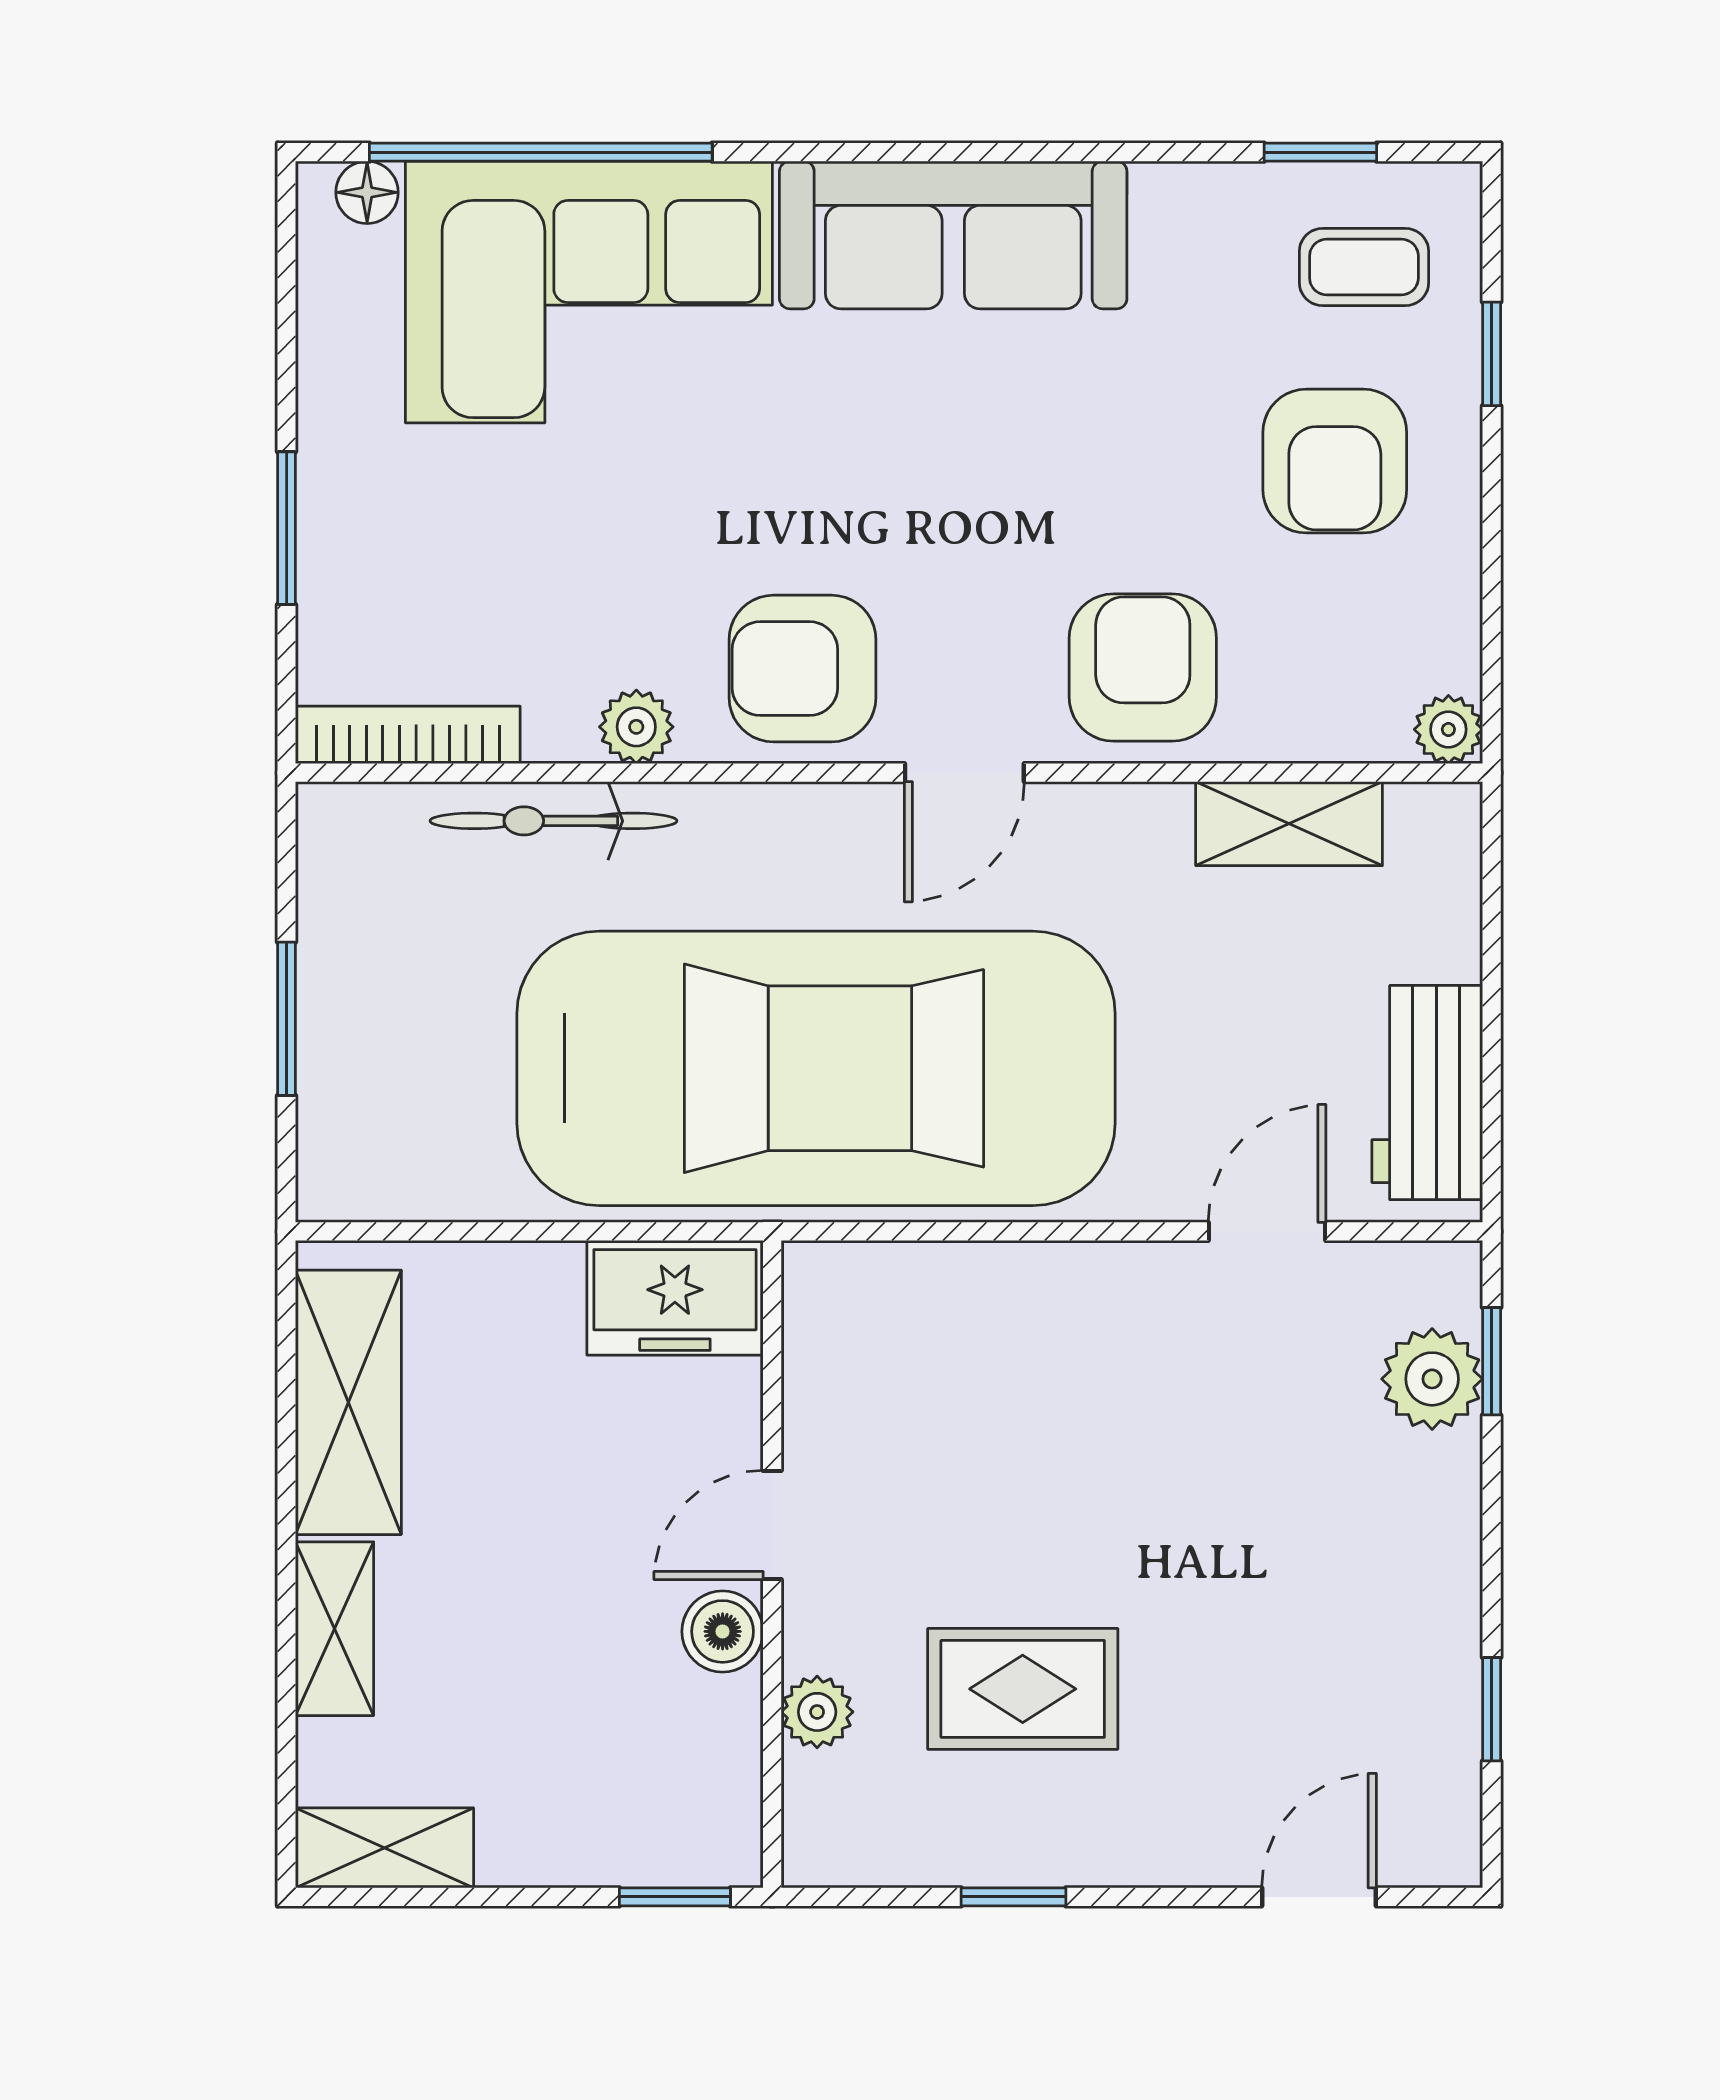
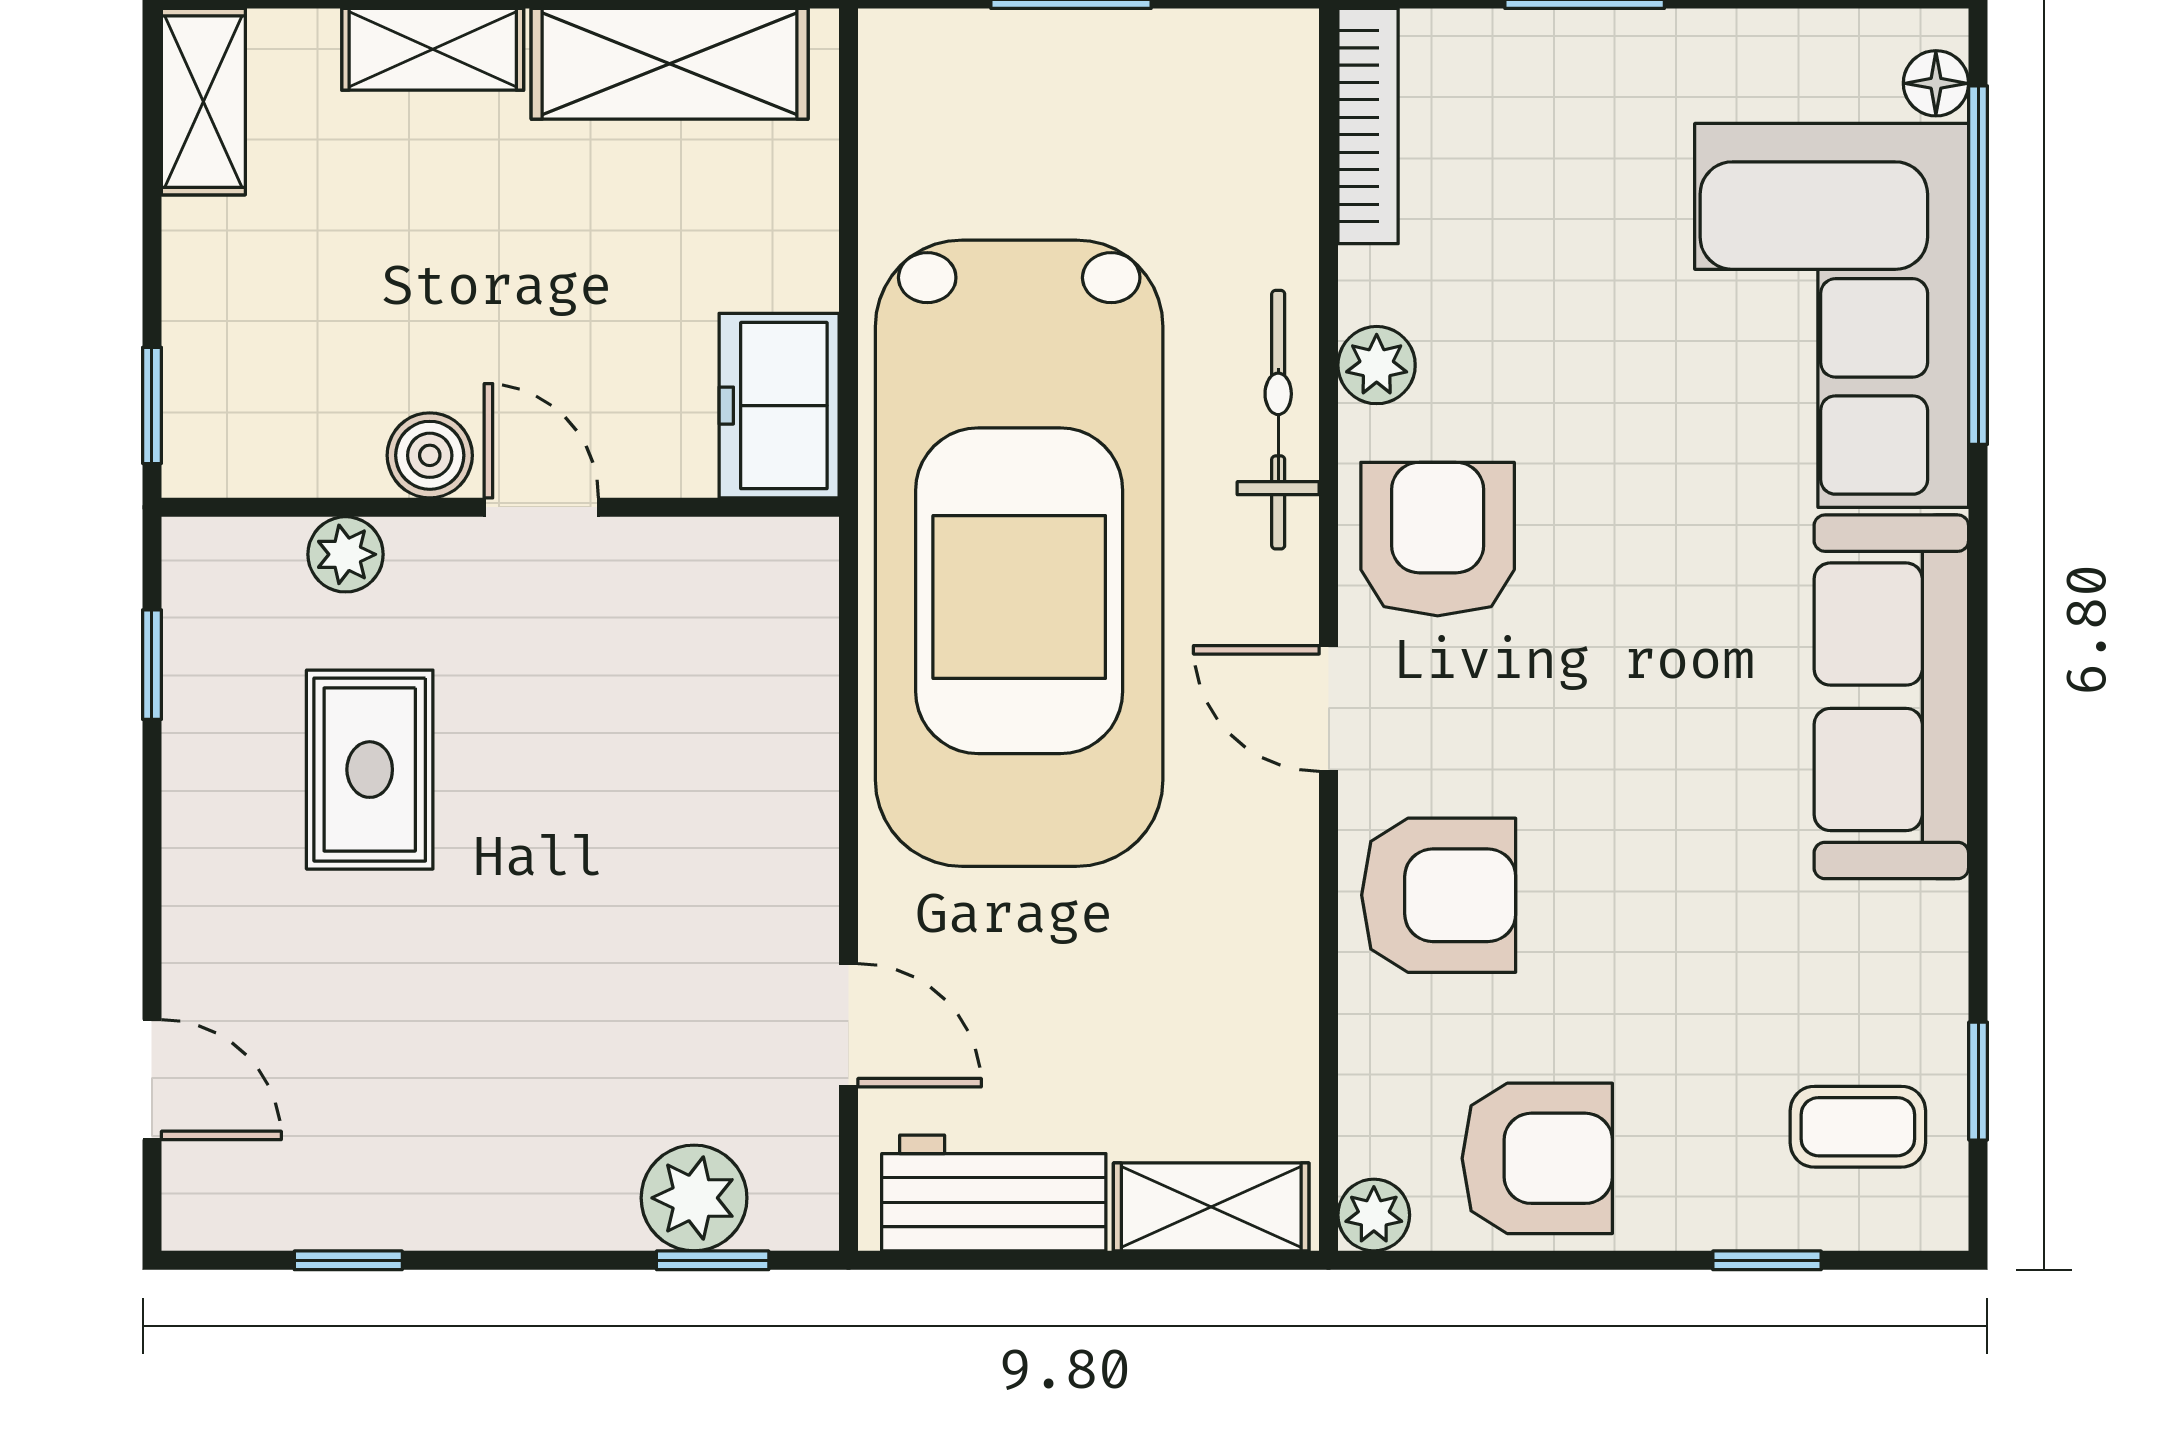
coffee table: (1364, 267) -> (1858, 1127), turned 90
armchair: (1335, 461) -> (1537, 1158), moved, turned 180
bicycle: (554, 821) -> (1278, 420), moved
shelving: (1289, 824) -> (1211, 1207), moved, turned 90
window: (1013, 1897) -> (152, 665), moved

